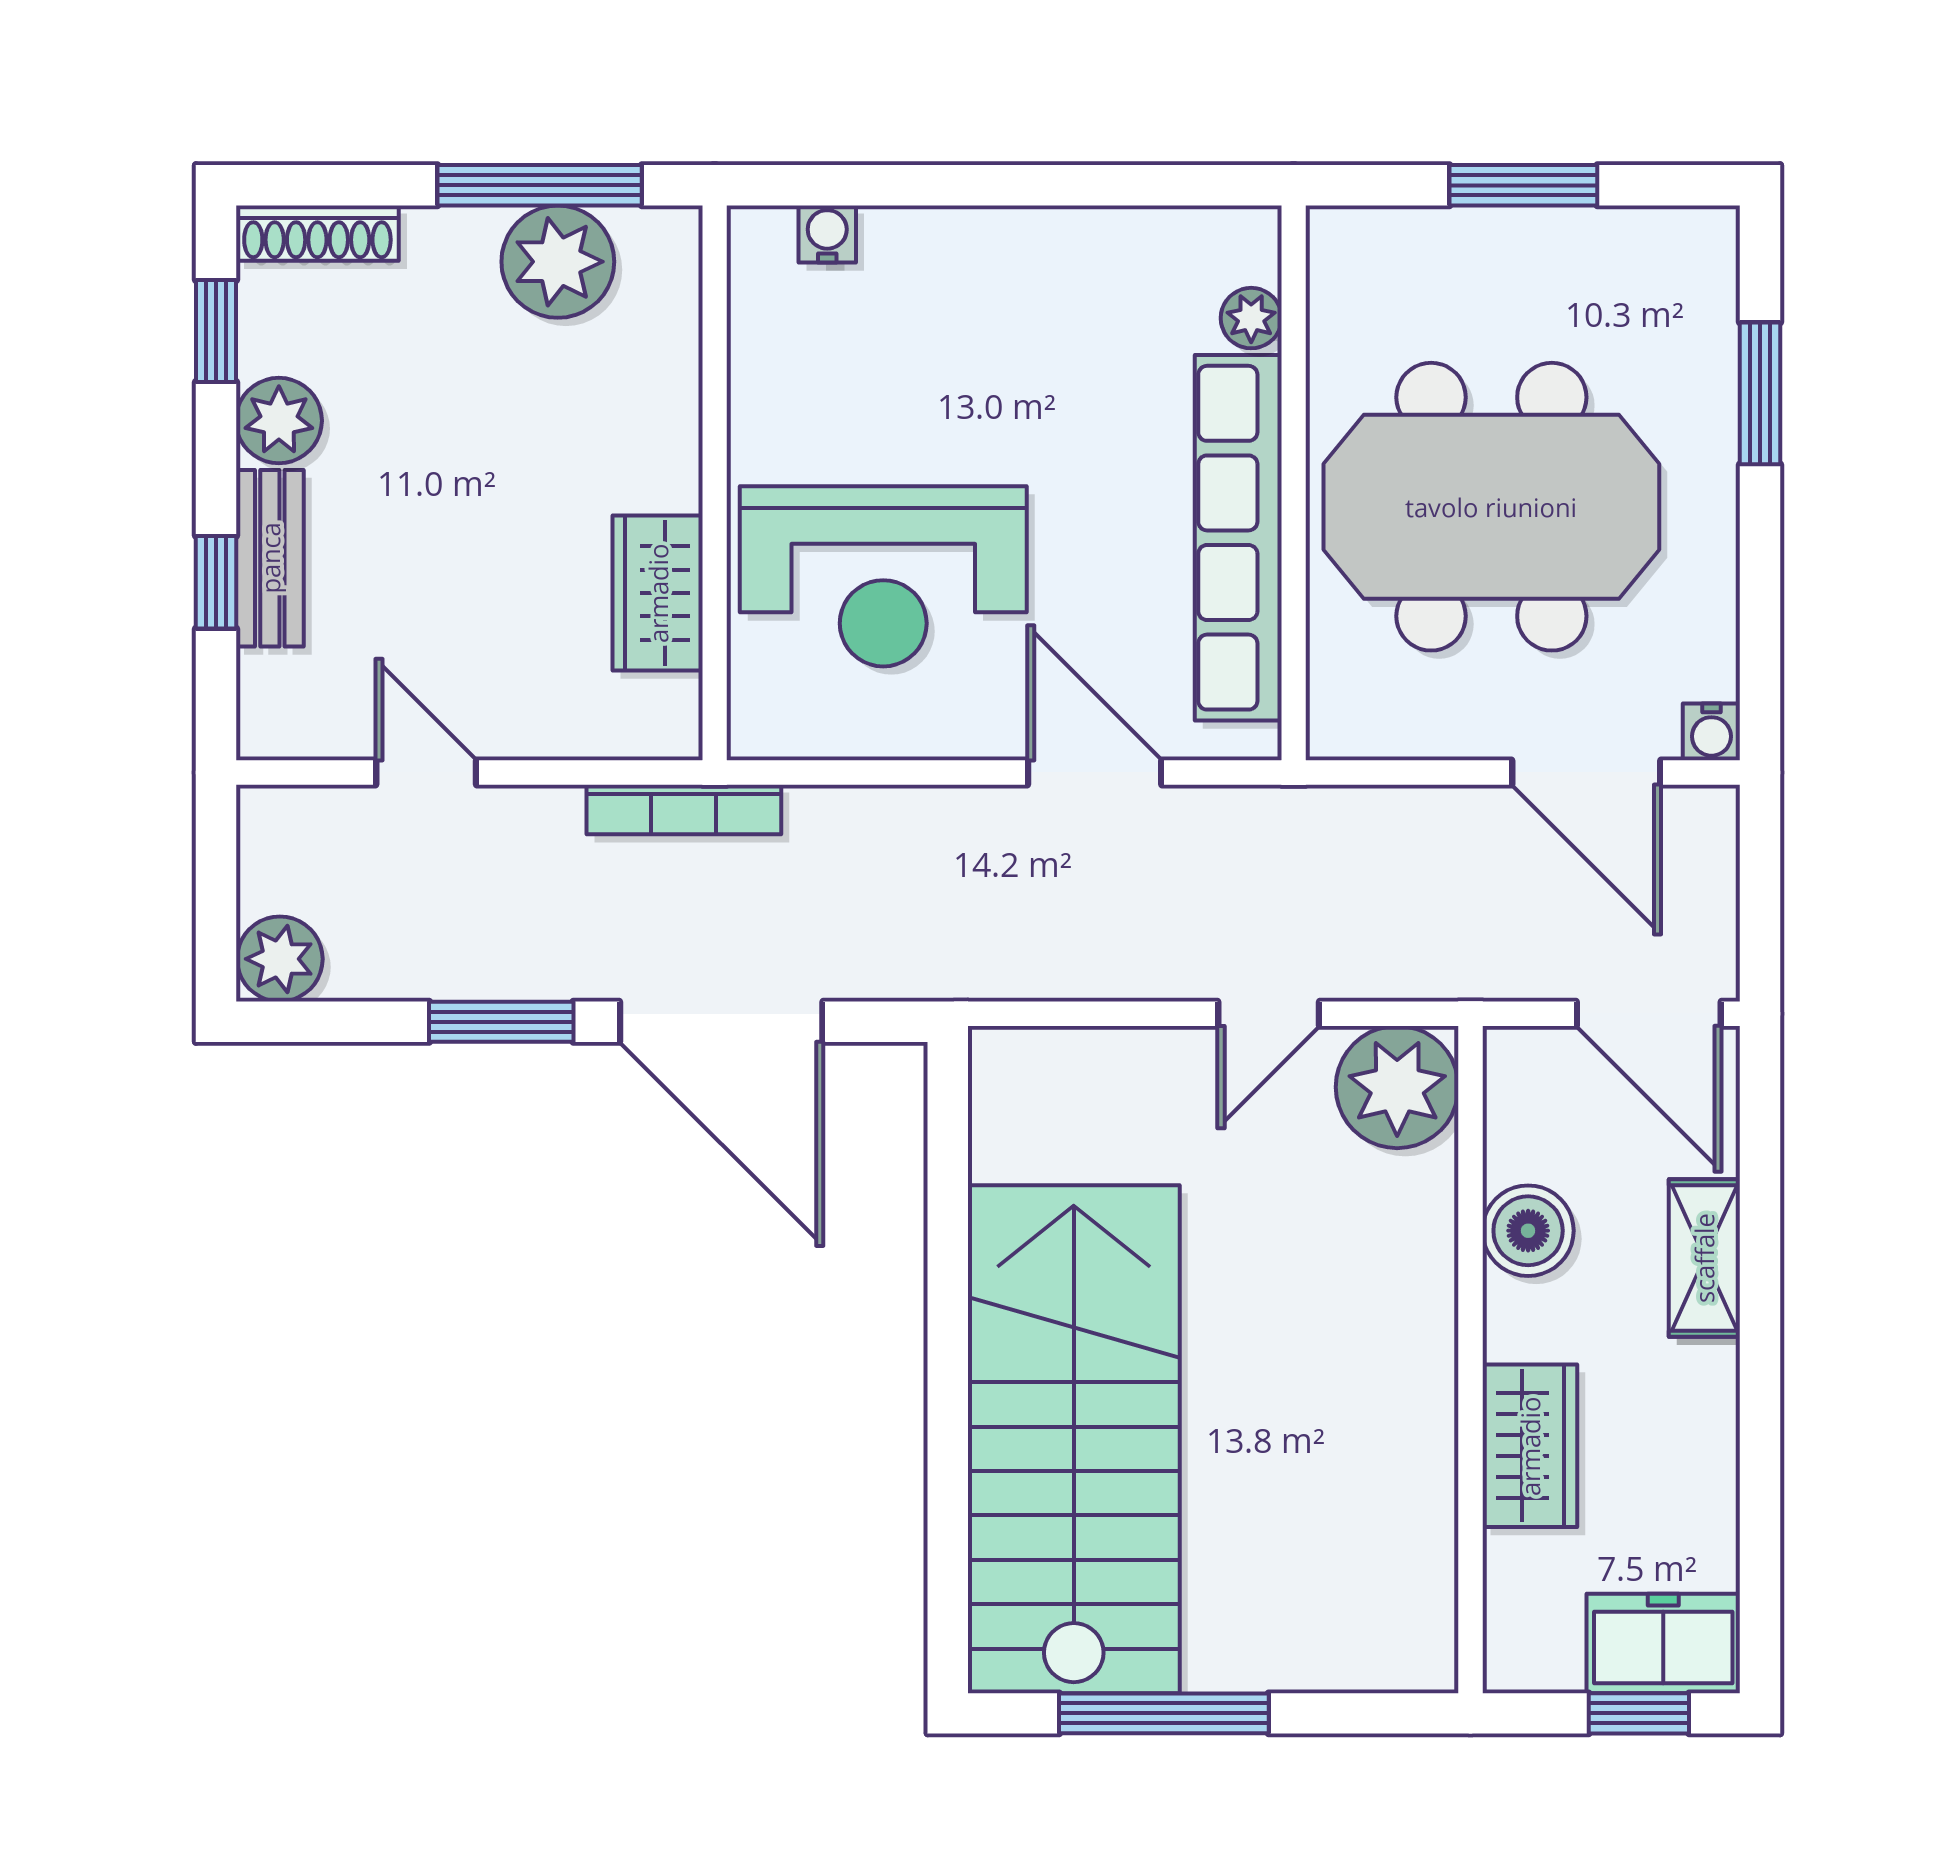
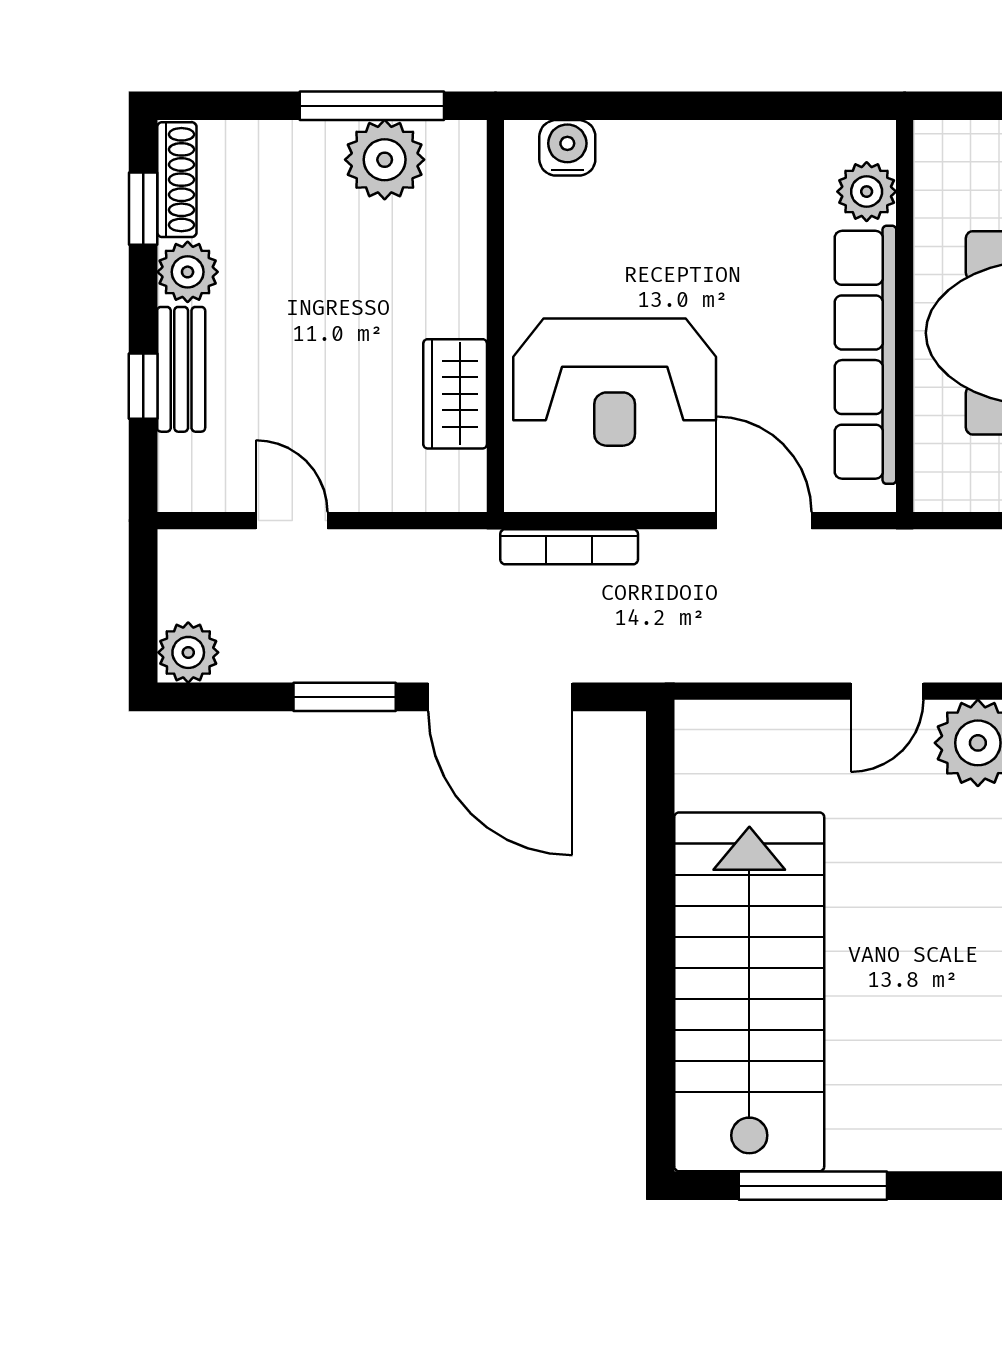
shoe rack: (317, 233) -> (177, 180), moved, turned -90
water cooler: (827, 234) -> (567, 148), width x1.38, depth x1.38
plant: (1251, 318) -> (867, 192), width x1.38, depth x1.38
bookcase: (684, 809) -> (569, 547), moved

